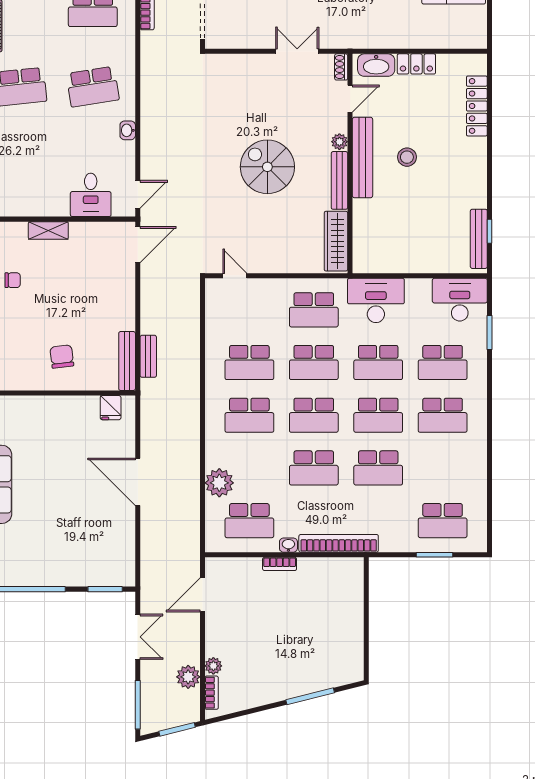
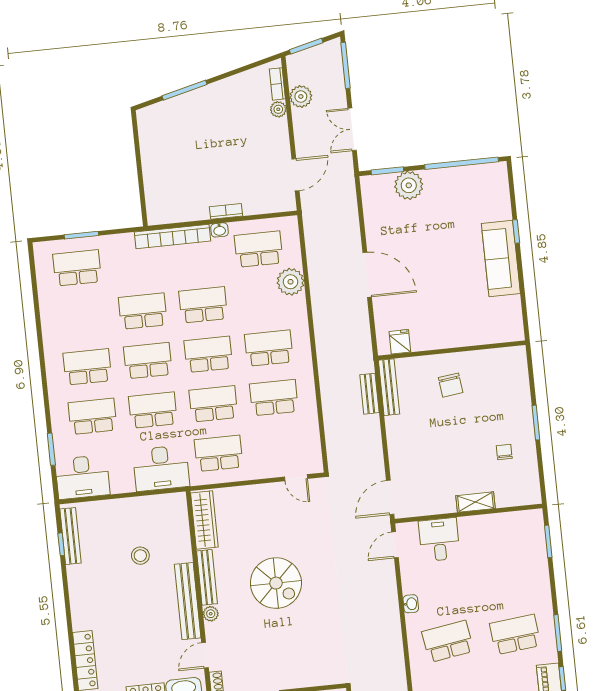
stool: (407, 157) -> (140, 556), moved
chair: (13, 280) -> (504, 452), turned 90
plant: (84, 572) -> (409, 185), added

